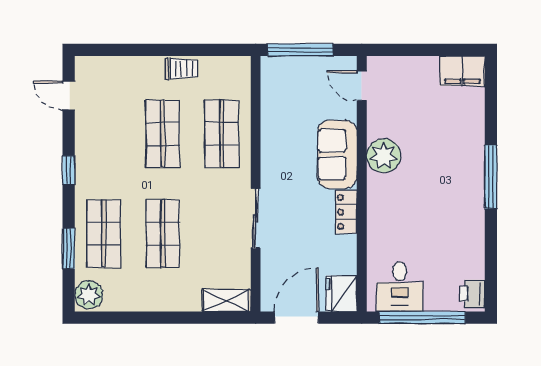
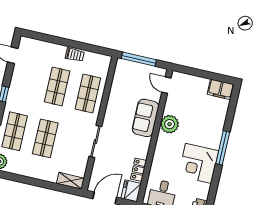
locker: (346, 212) -> (138, 170), moved
corner desk: (453, 215) -> (198, 163), added

